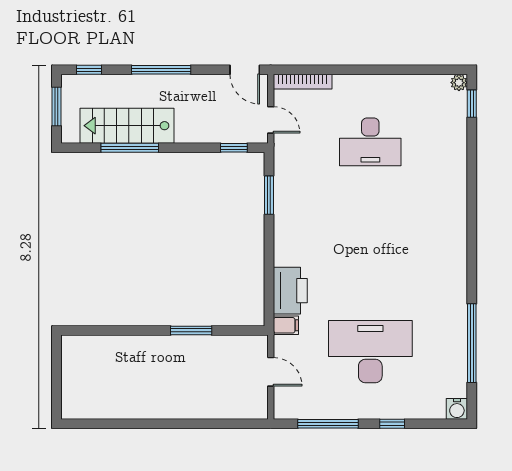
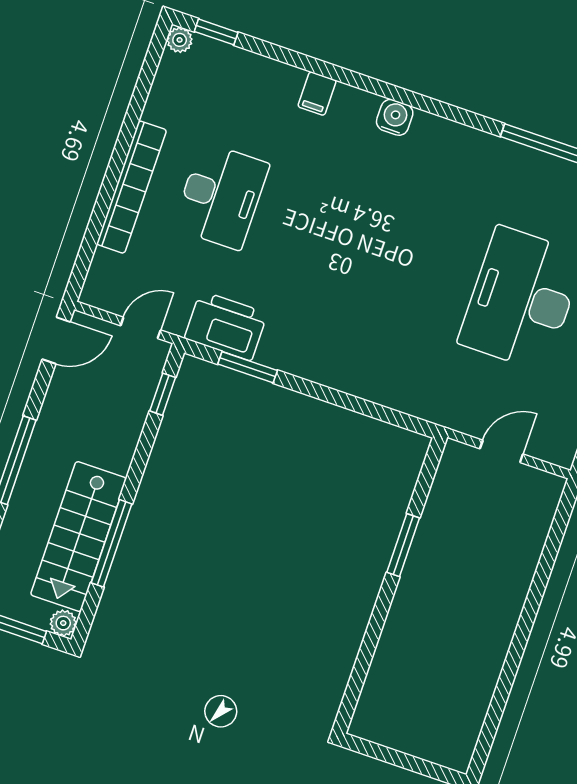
bookcase: (303, 82) -> (131, 187), moved, width x1.48, depth x1.31
plant: (70, 135) -> (63, 623), added
water cooler: (457, 234) -> (395, 117), added
printer: (290, 291) -> (226, 326), moved
filing cabinet: (286, 325) -> (317, 94), moved, turned 180

